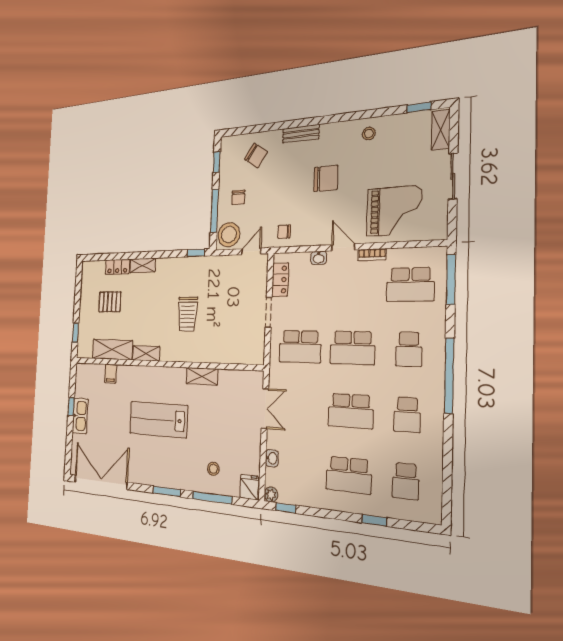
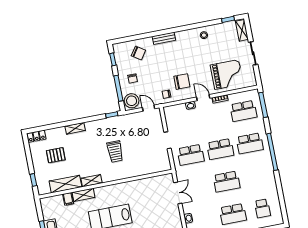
chair: (326, 178) -> (182, 82), moved
door: (251, 251) -> (149, 108), hinge flipped
locker: (117, 267) -> (36, 136), moved
locker: (280, 280) -> (170, 121), removed
school desk: (409, 349) -> (250, 143), width x1.85
shelving: (202, 376) -> (83, 195), moved
school desk: (407, 415) -> (256, 176), removed

